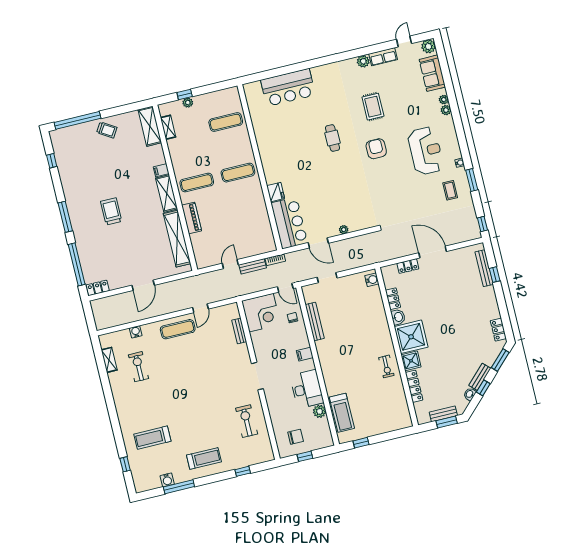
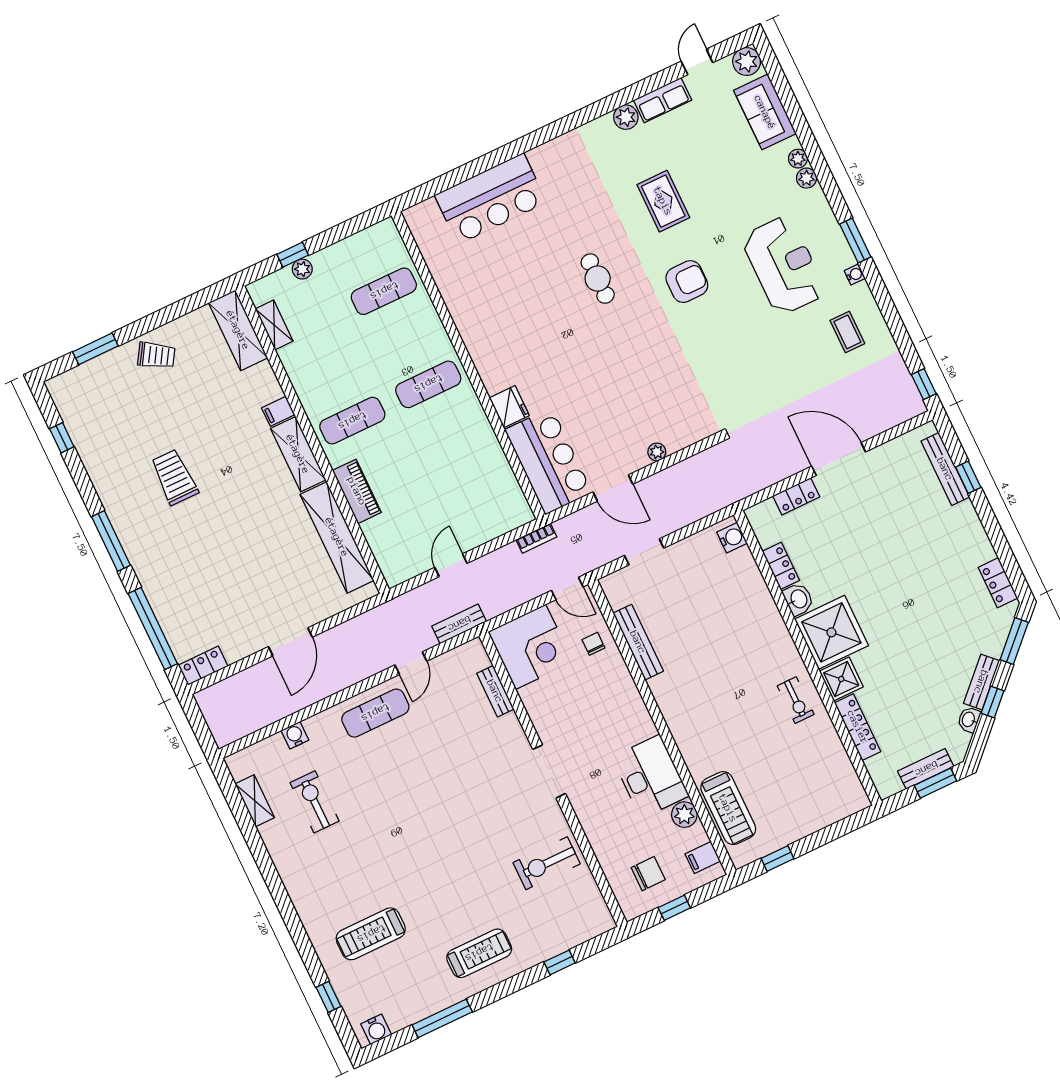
window: (78, 120) -> (95, 349), width x0.47
armchair: (376, 149) -> (687, 282), turned 90
window: (472, 180) -> (855, 240), moved
trolley: (111, 211) -> (174, 477), moved
bench: (253, 266) -> (459, 624), moved
filing cabinet: (305, 354) -> (703, 857), moved
exercise bike: (247, 421) -> (547, 863), turned -90
water cooler: (167, 480) -> (376, 1029), moved

